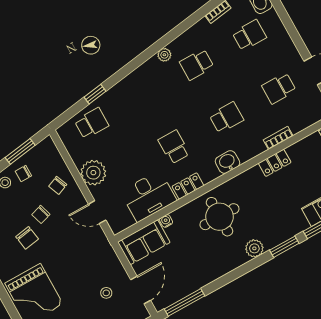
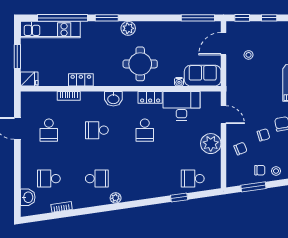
school desk: (279, 88) -> (49, 130), turned 90

